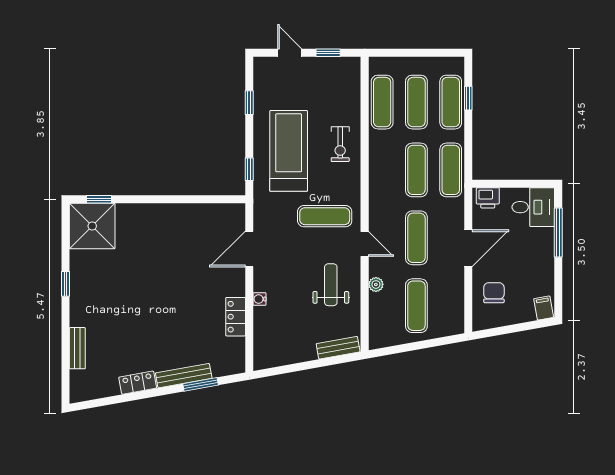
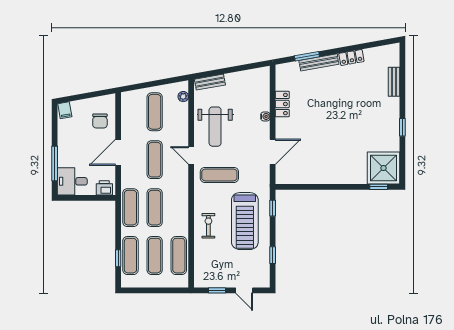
plant: (376, 284) -> (183, 97), moved
weight bench: (331, 285) -> (215, 127), width x1.36, depth x1.33

